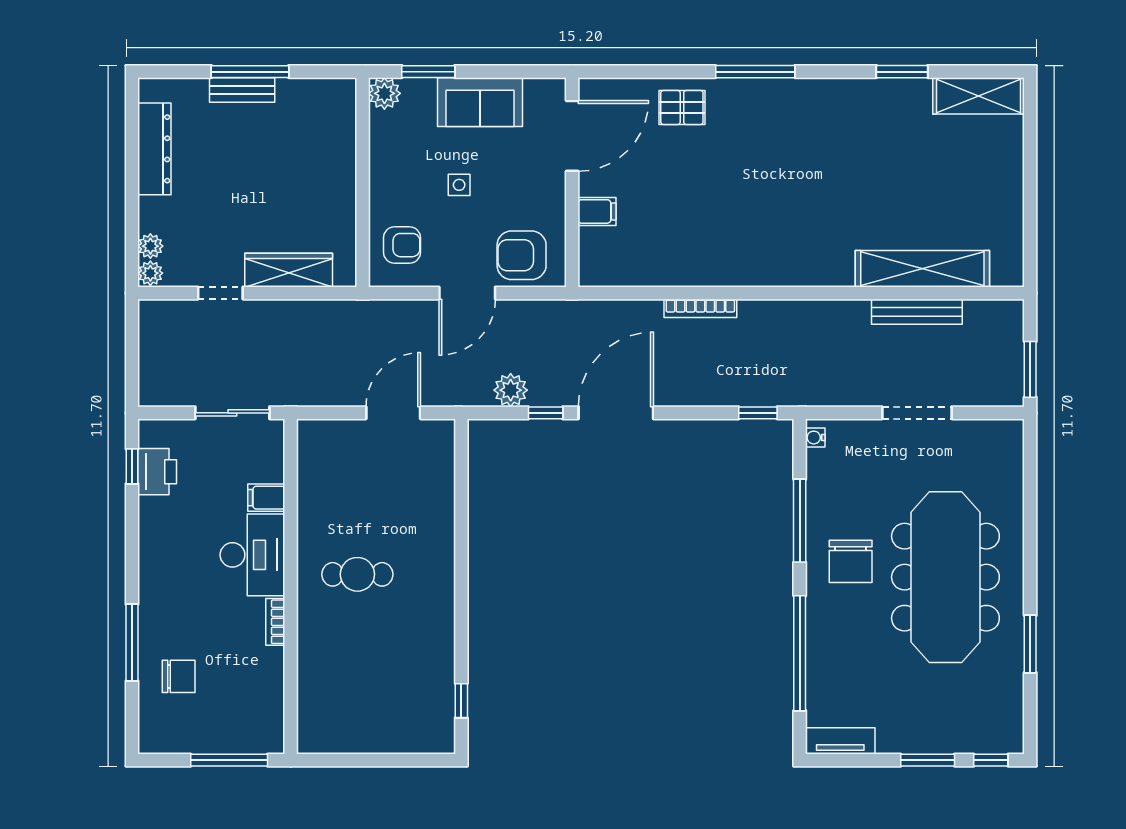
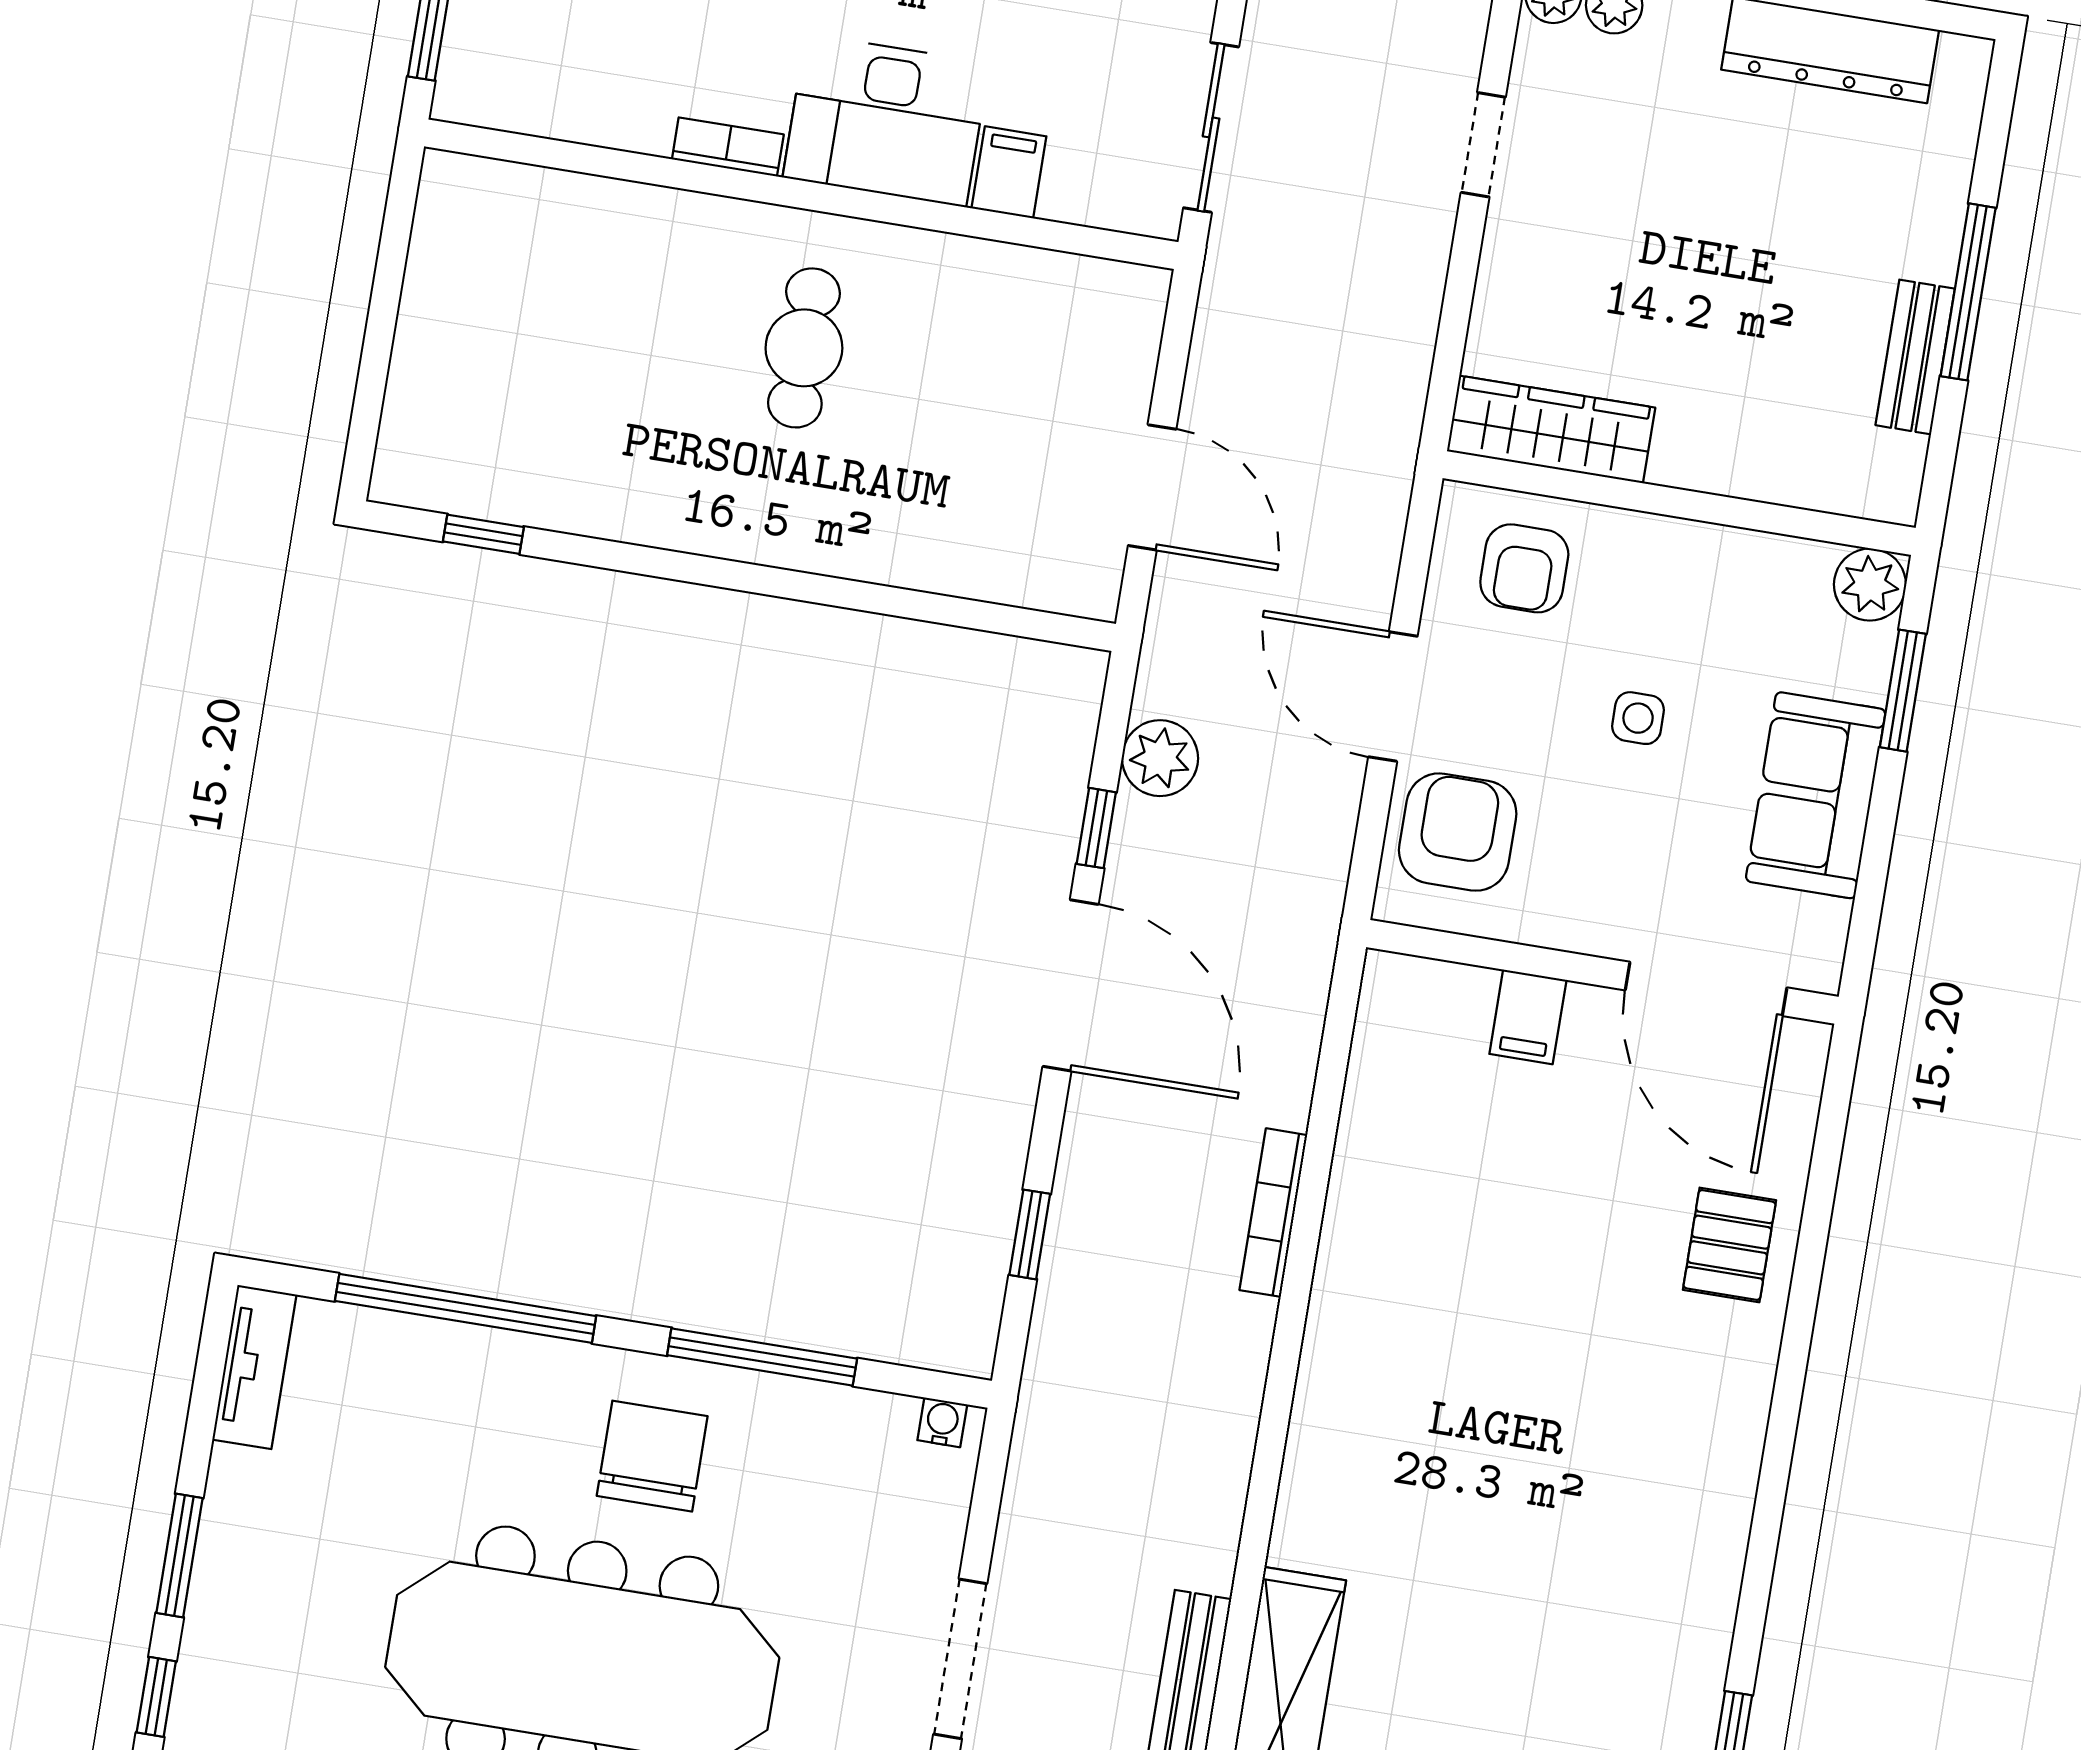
window: (755, 72) -> (1783, 1422), removed
bench: (242, 90) -> (1915, 357), moved
wardrobe: (289, 270) -> (1551, 429), moved, turned -90
window: (758, 413) -> (1030, 1234), moved
chair: (851, 561) -> (652, 1456), turned 90

